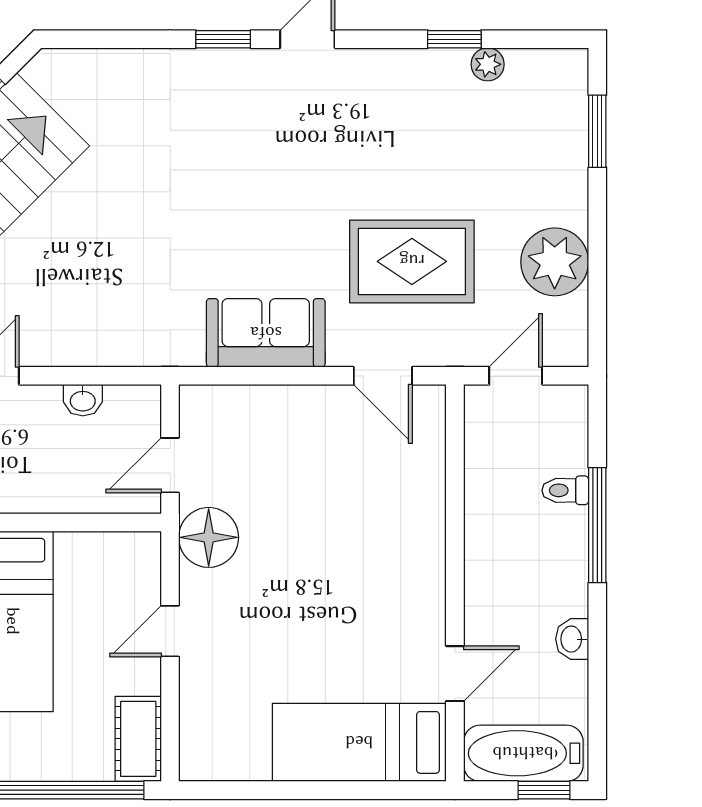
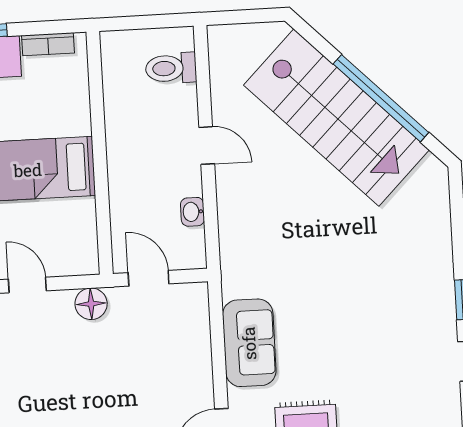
floor lamp: (209, 537) -> (91, 304), width x0.73, depth x0.73

